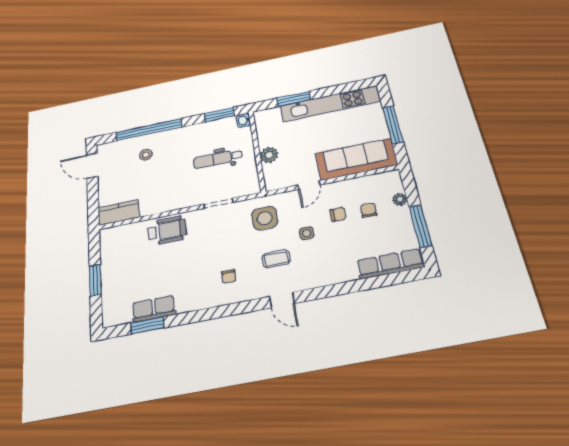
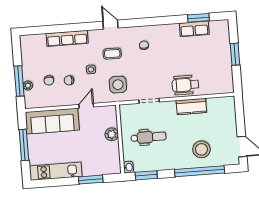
kitchen unit: (330, 104) -> (56, 171), width x0.73
stool: (146, 155) -> (201, 149), width x1.89, depth x1.89
kitchen counter: (119, 212) -> (191, 106), moved
window: (420, 226) -> (19, 81), moved
row of seats: (390, 264) -> (67, 38), moved

